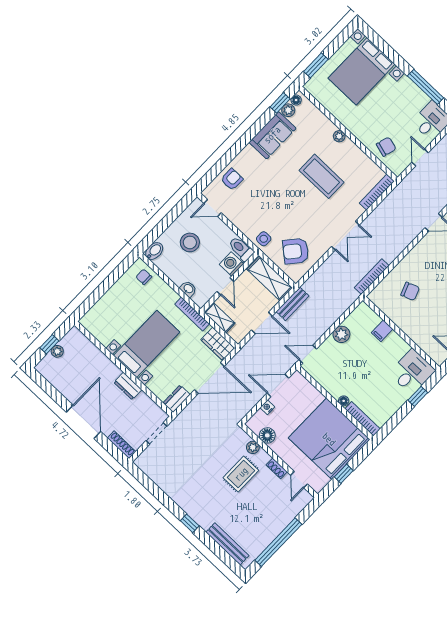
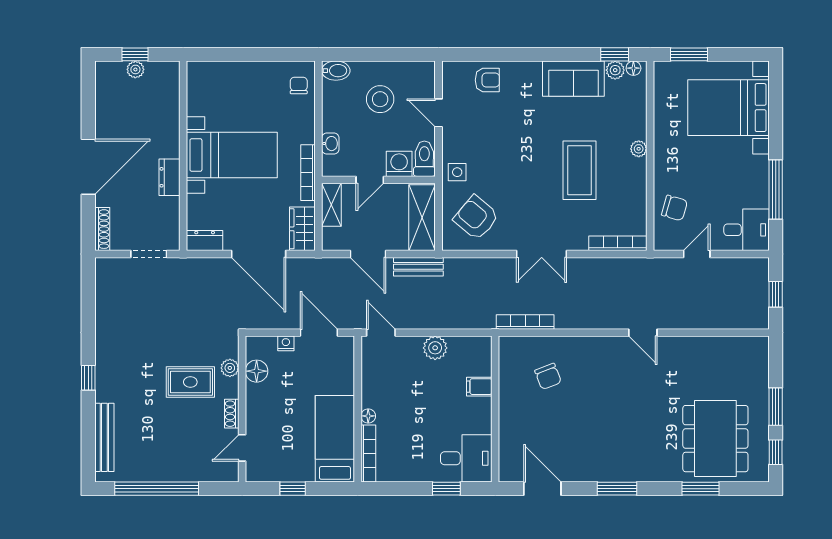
door: (213, 208) -> (438, 113), moved
bed: (329, 439) -> (335, 439), width x0.49

